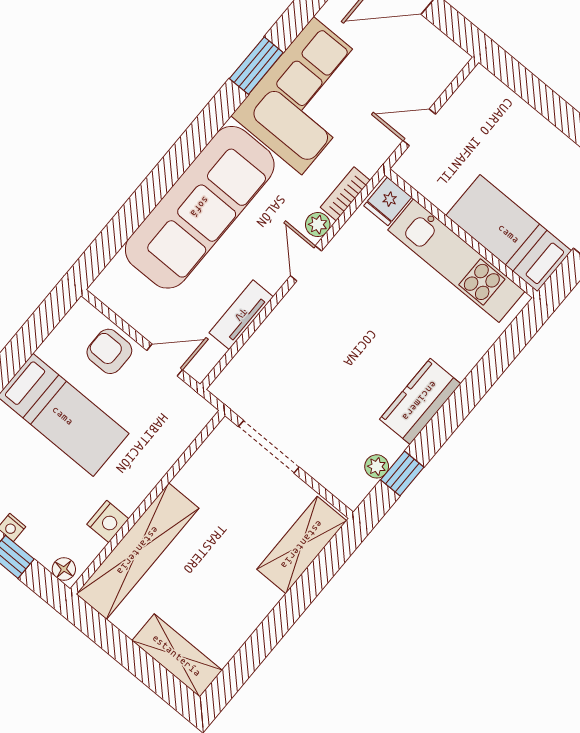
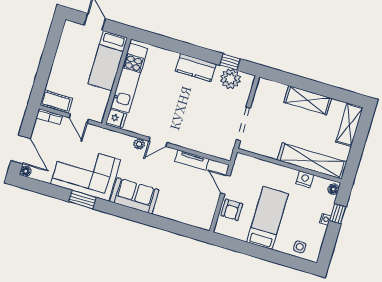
cot: (472, 97) -> (56, 102), added
bookcase: (345, 194) -> (49, 117), moved
sofa: (200, 207) -> (135, 196), width x0.54, depth x0.79
plant: (377, 466) -> (230, 79), width x1.88, depth x1.88
shelving: (302, 545) -> (308, 100), moved

